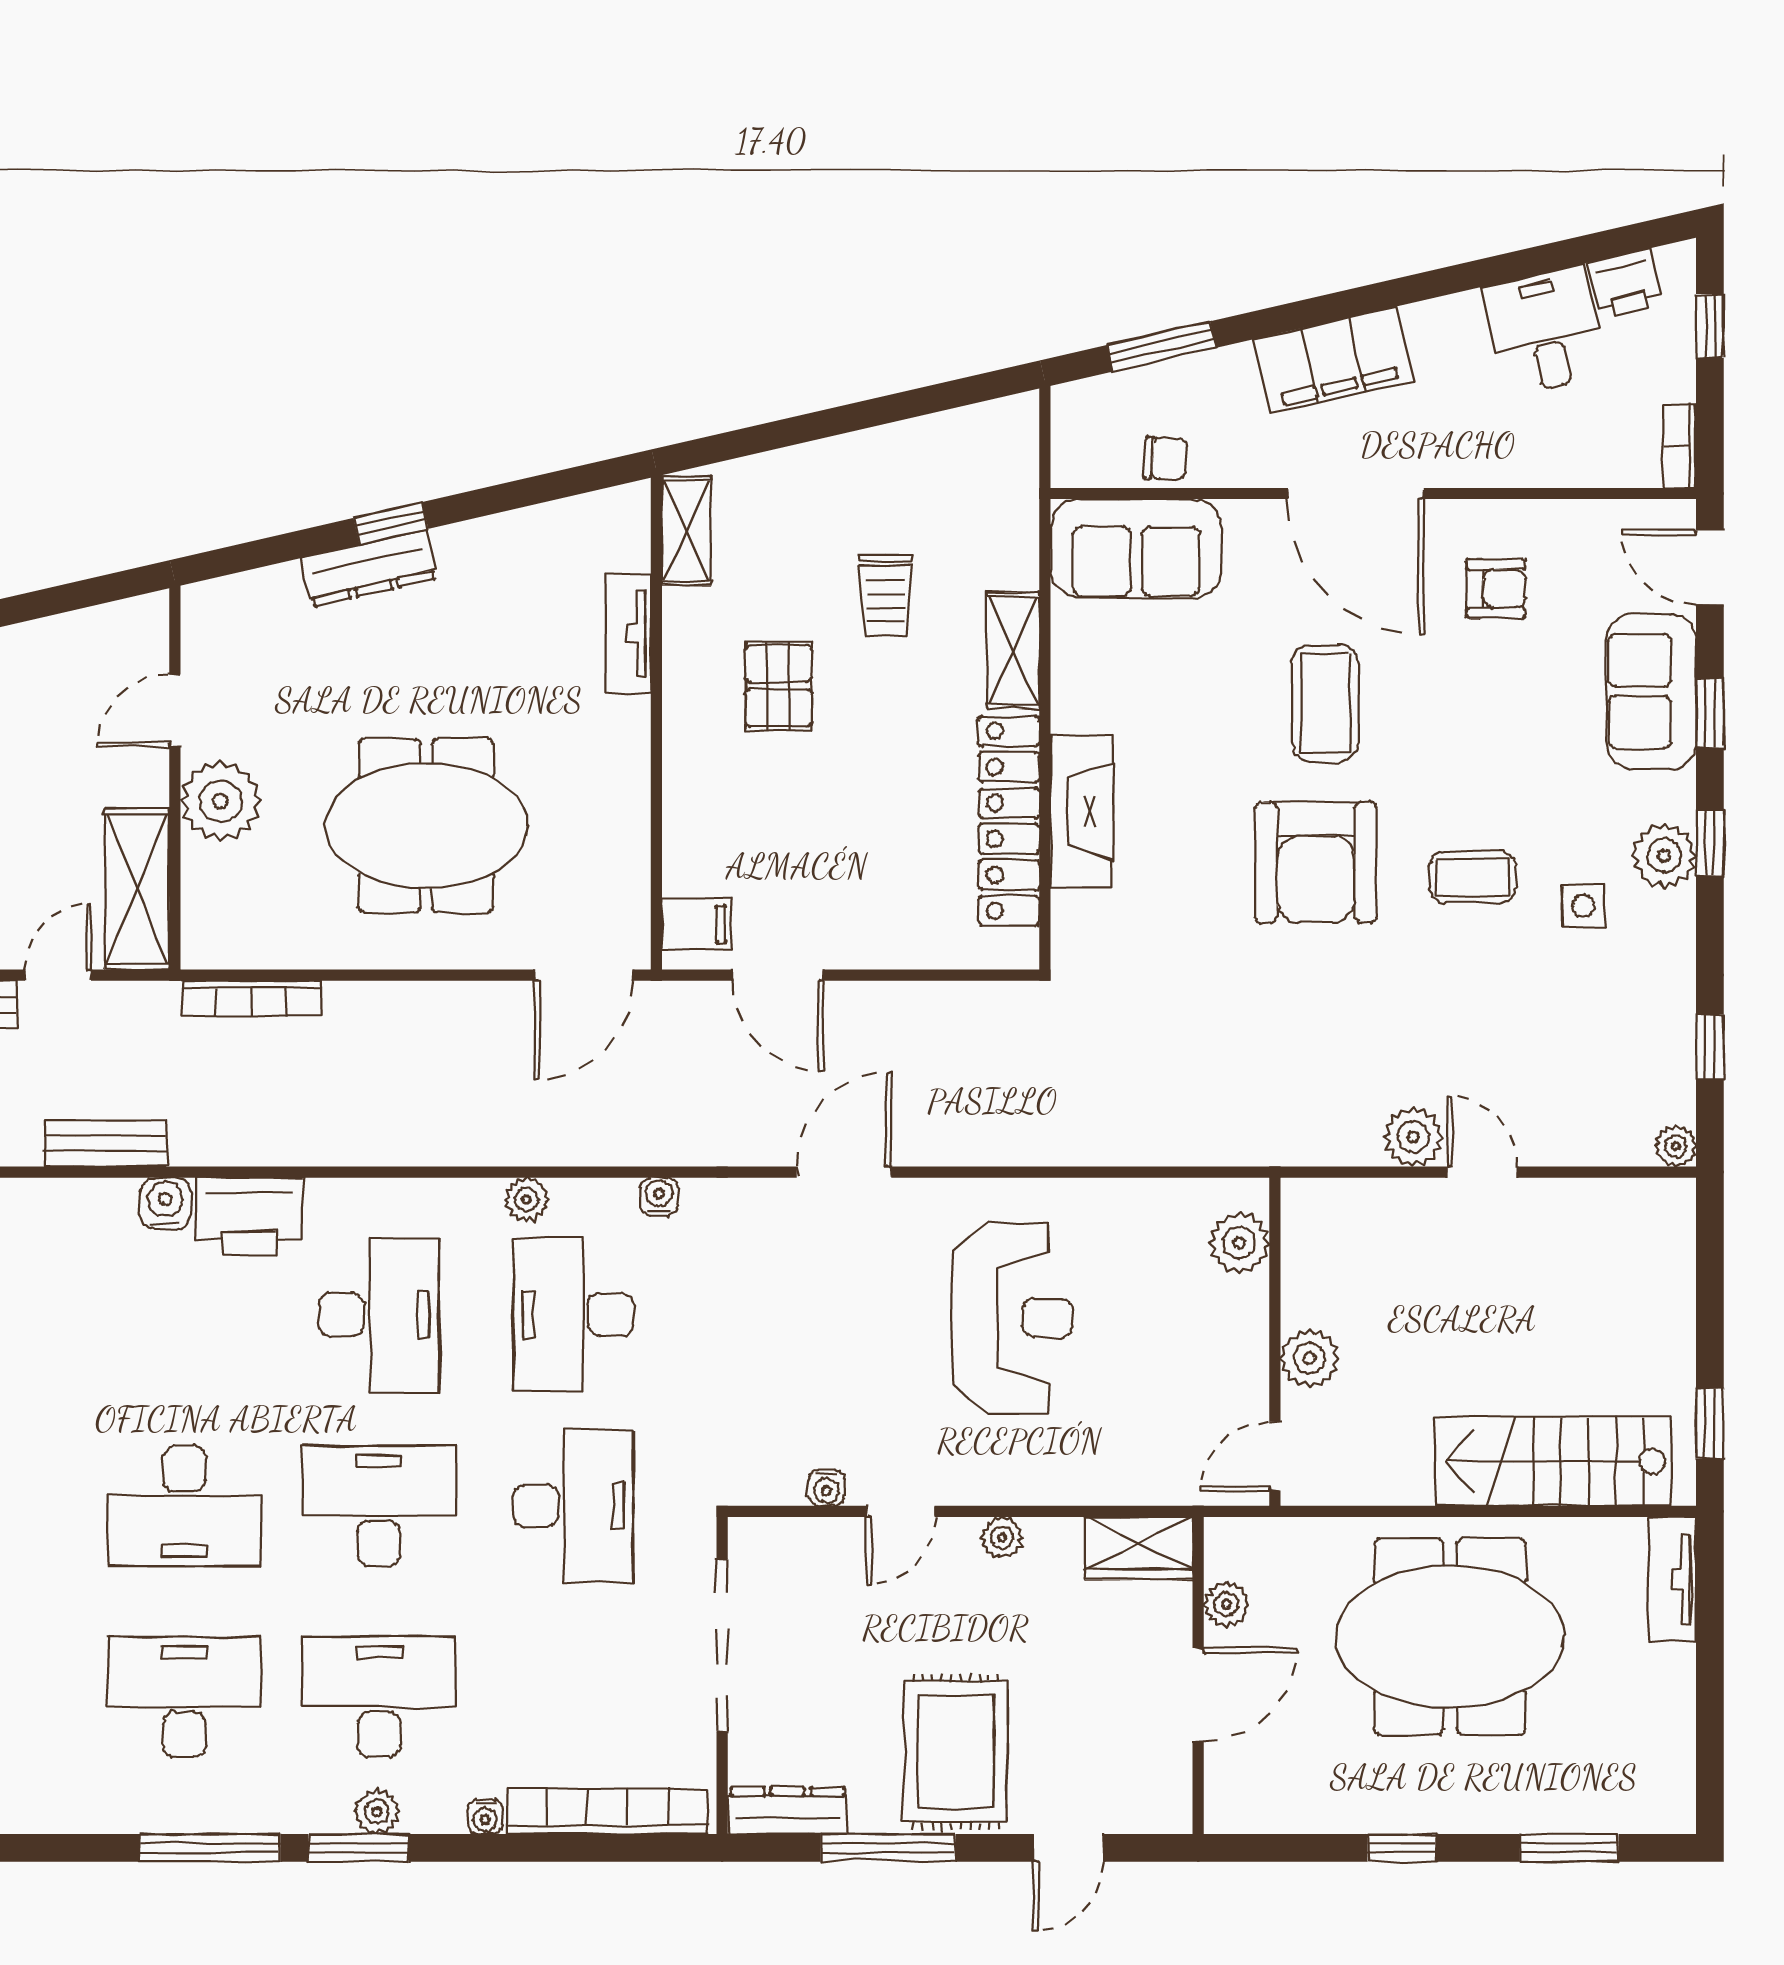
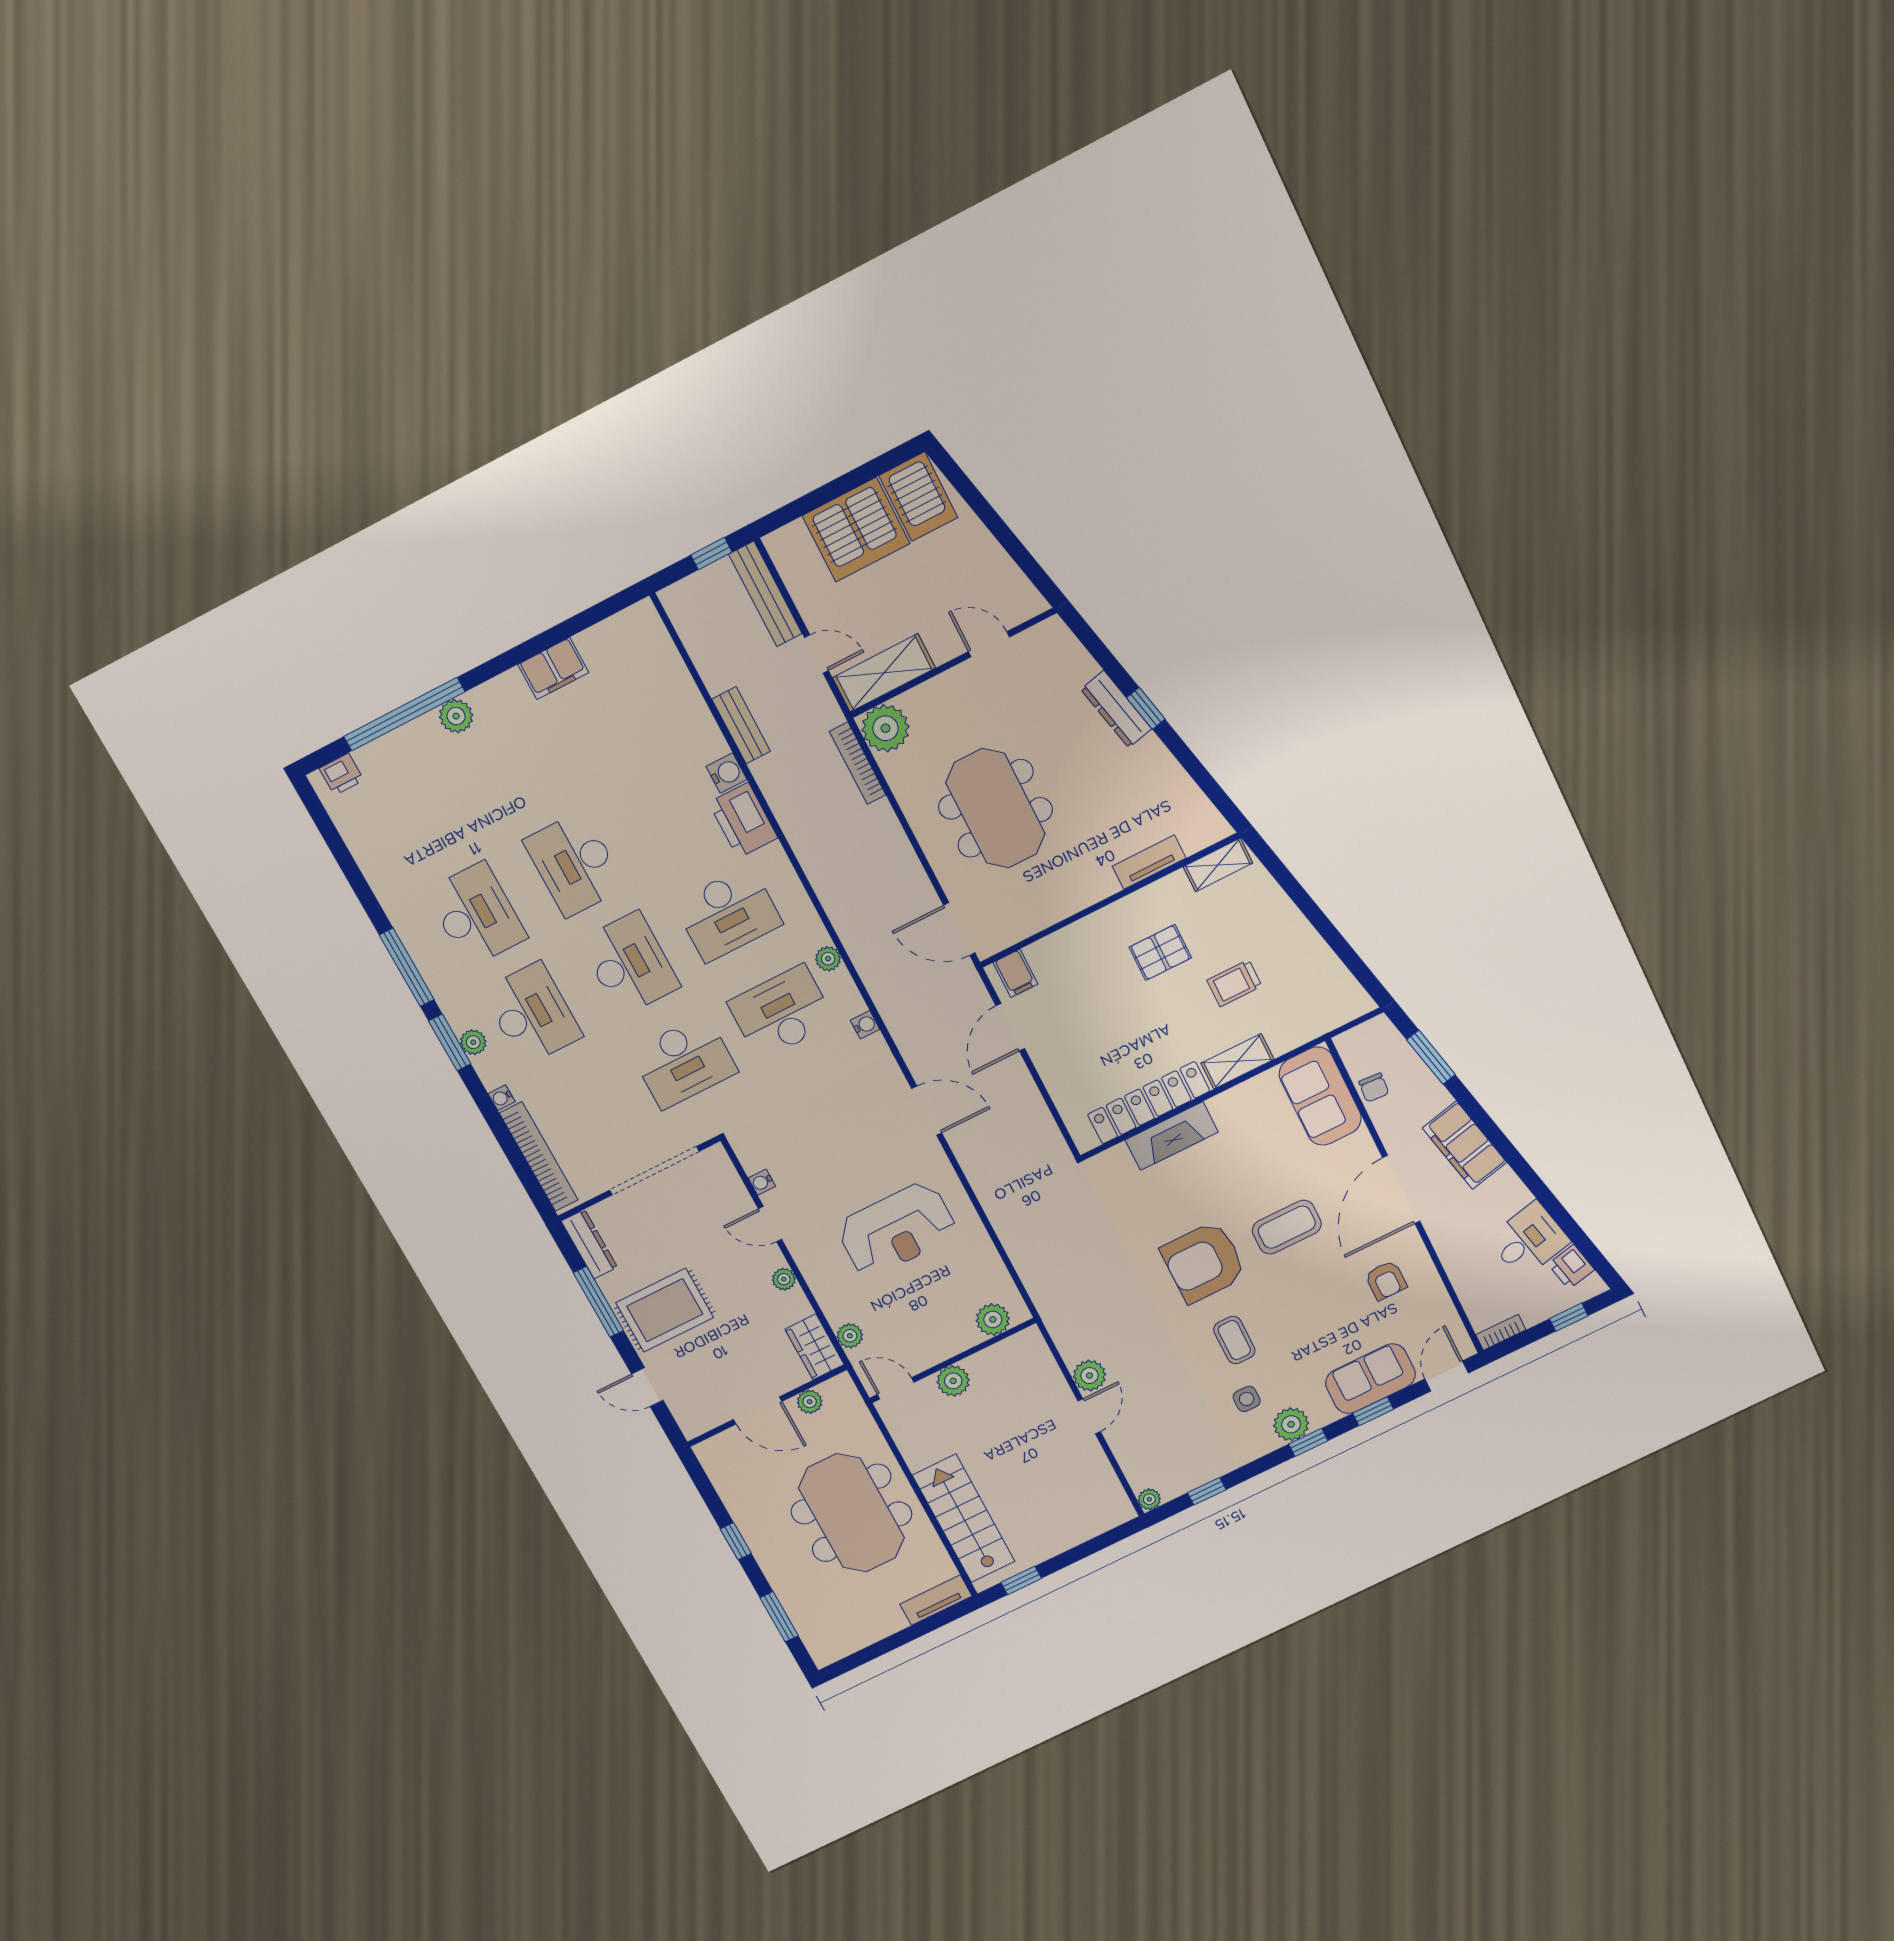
plant: (221, 801) -> (885, 728), moved
plant: (1149, 1483) -> (850, 1336), added

